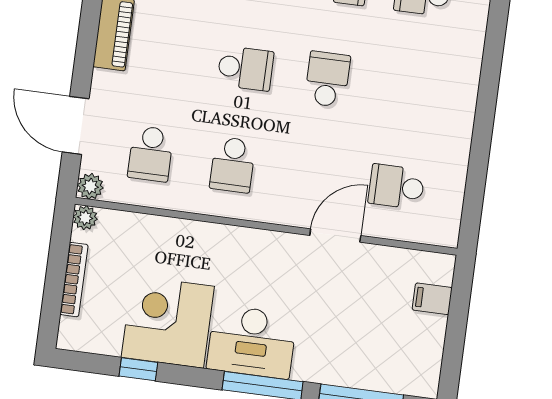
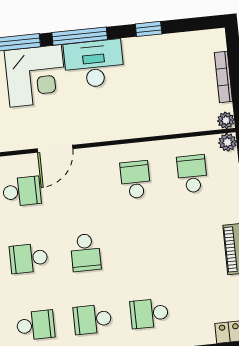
school desk: (245, 68) -> (29, 258), moved
corner desk: (168, 322) -> (36, 76), moved
window: (138, 369) -> (149, 29), moved

